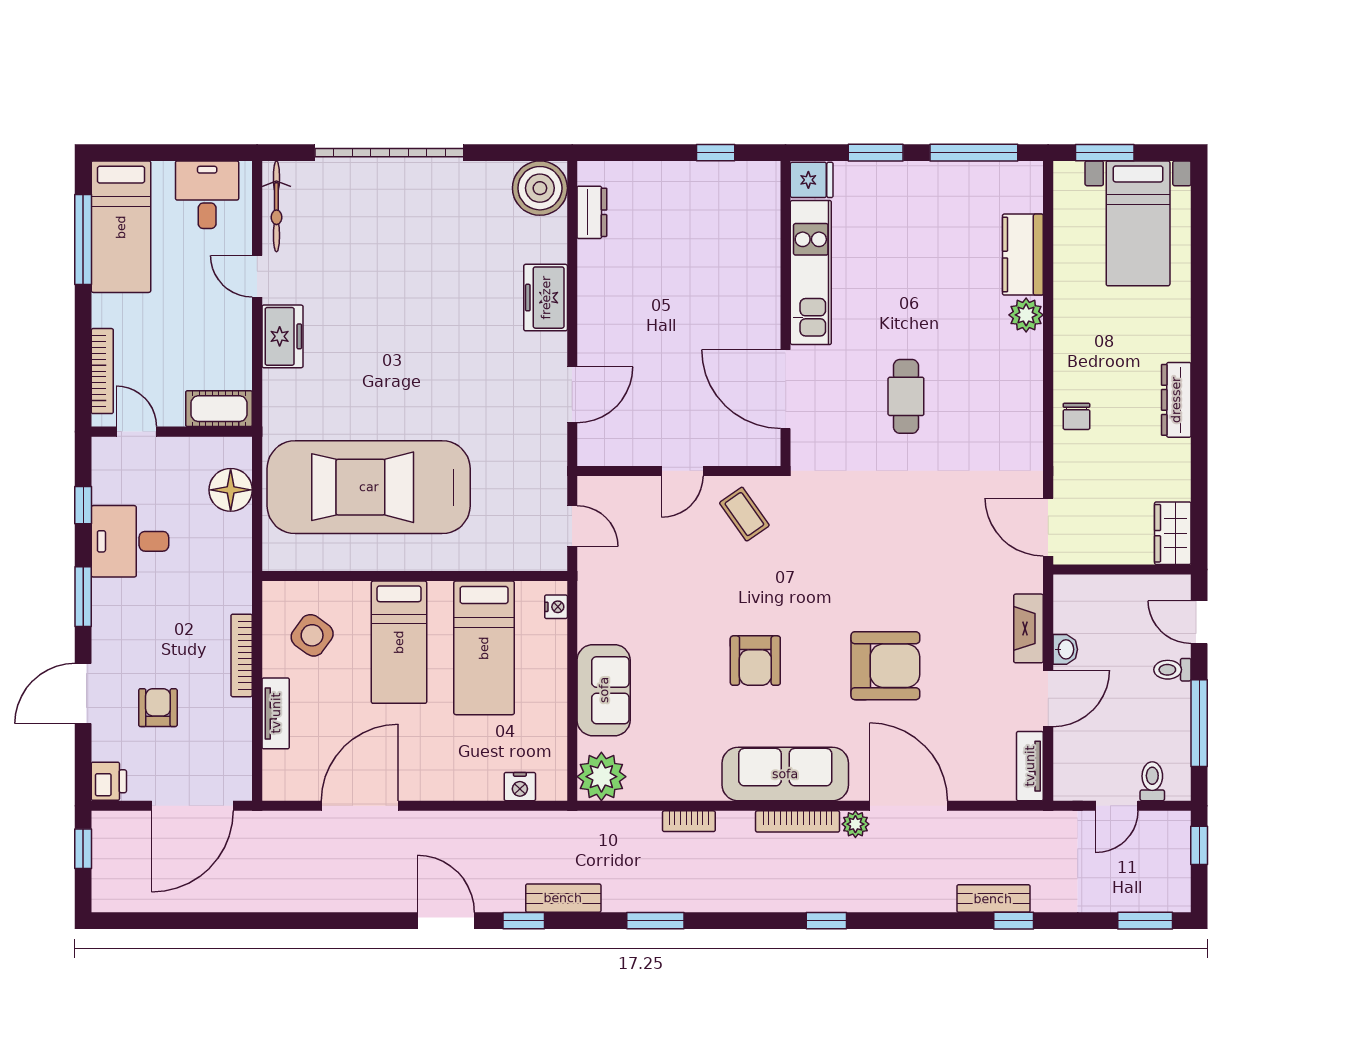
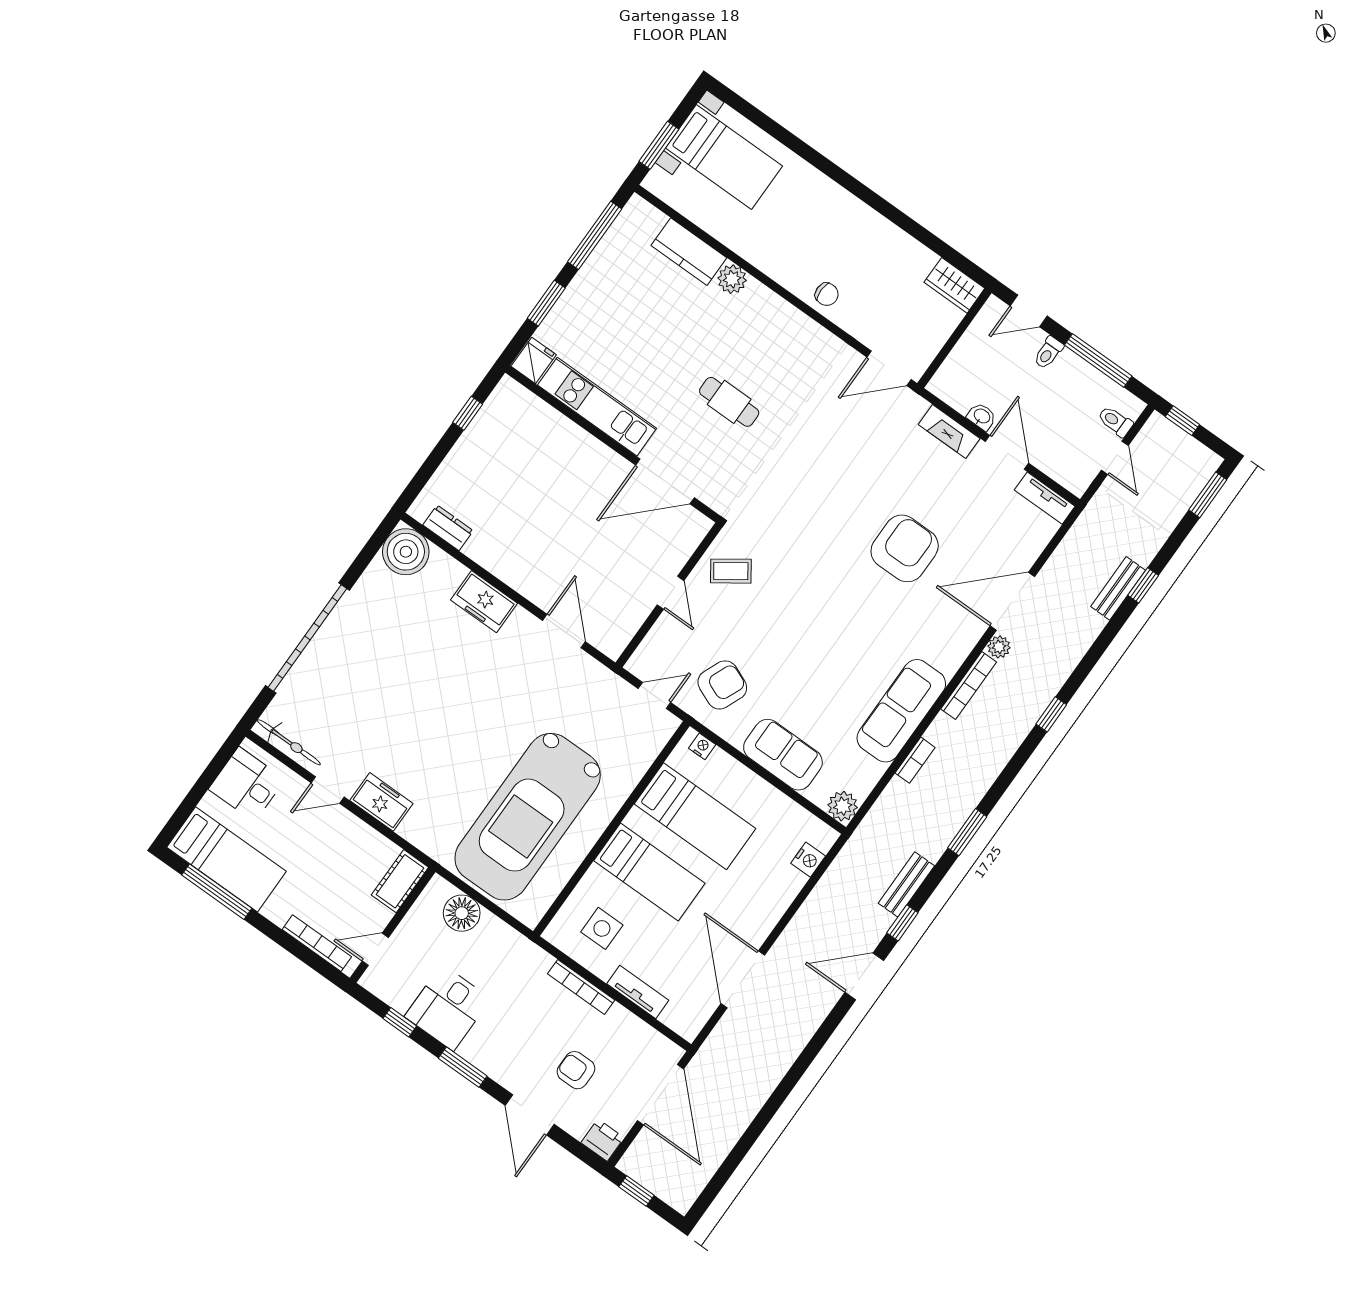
dresser: (1176, 400) -> (864, 217), removed
side table: (312, 635) -> (602, 928), turned -36
armchair: (755, 661) -> (722, 685), moved, turned -67
sofa: (785, 774) -> (901, 711), moved
plant: (601, 777) -> (843, 806), width x0.73, depth x0.73

